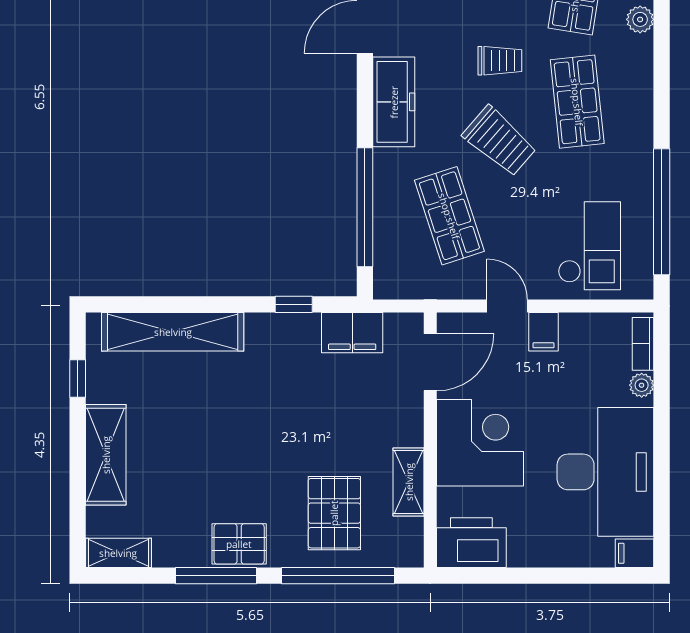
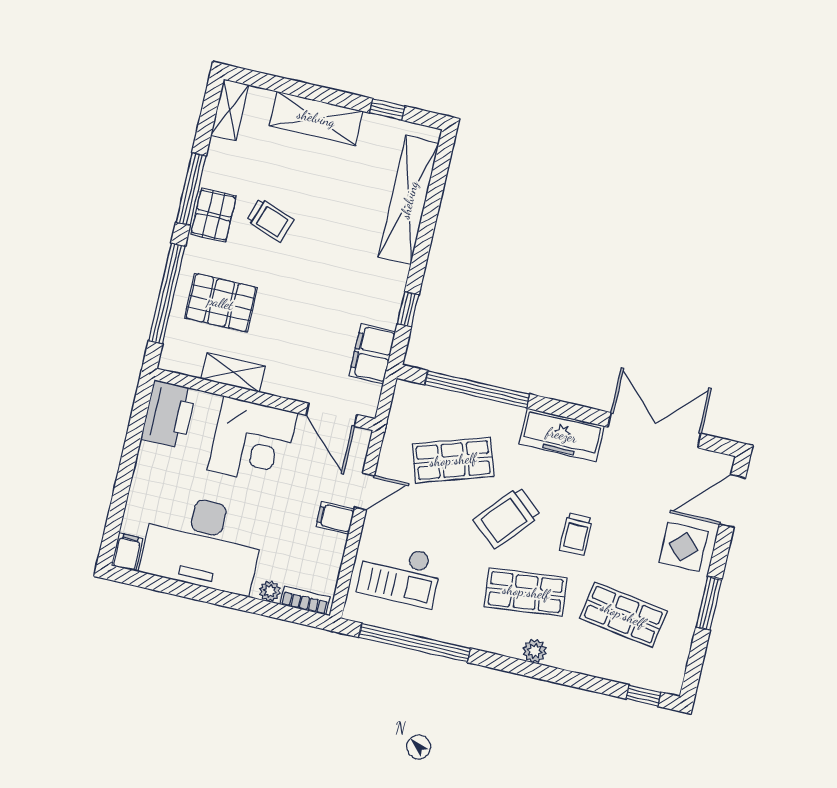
plant: (640, 19) -> (535, 651), moved
trolley: (230, 480) -> (270, 220), added

